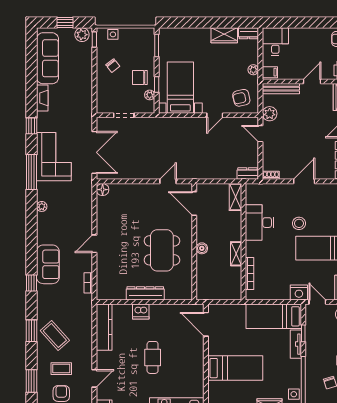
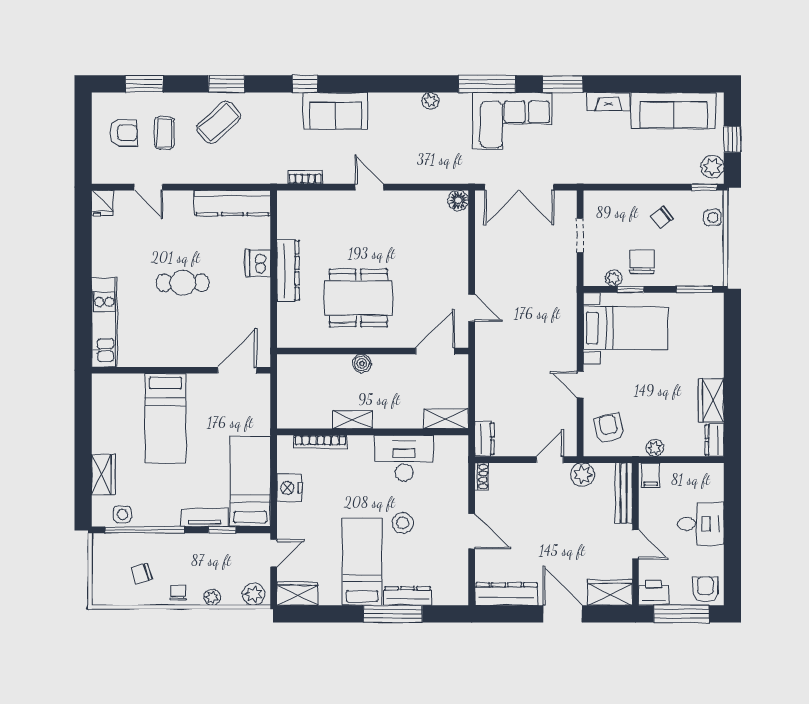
desk: (275, 42) -> (701, 524), moved
window: (31, 126) -> (563, 84), width x1.50
nightstand: (299, 292) -> (289, 488), moved

